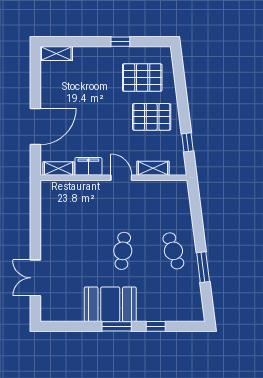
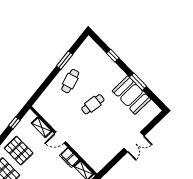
door: (121, 178) -> (60, 138), hinge flipped
double door: (35, 278) -> (134, 142), moved
booth: (110, 304) -> (131, 95), moved
window: (117, 326) -> (138, 82), moved

